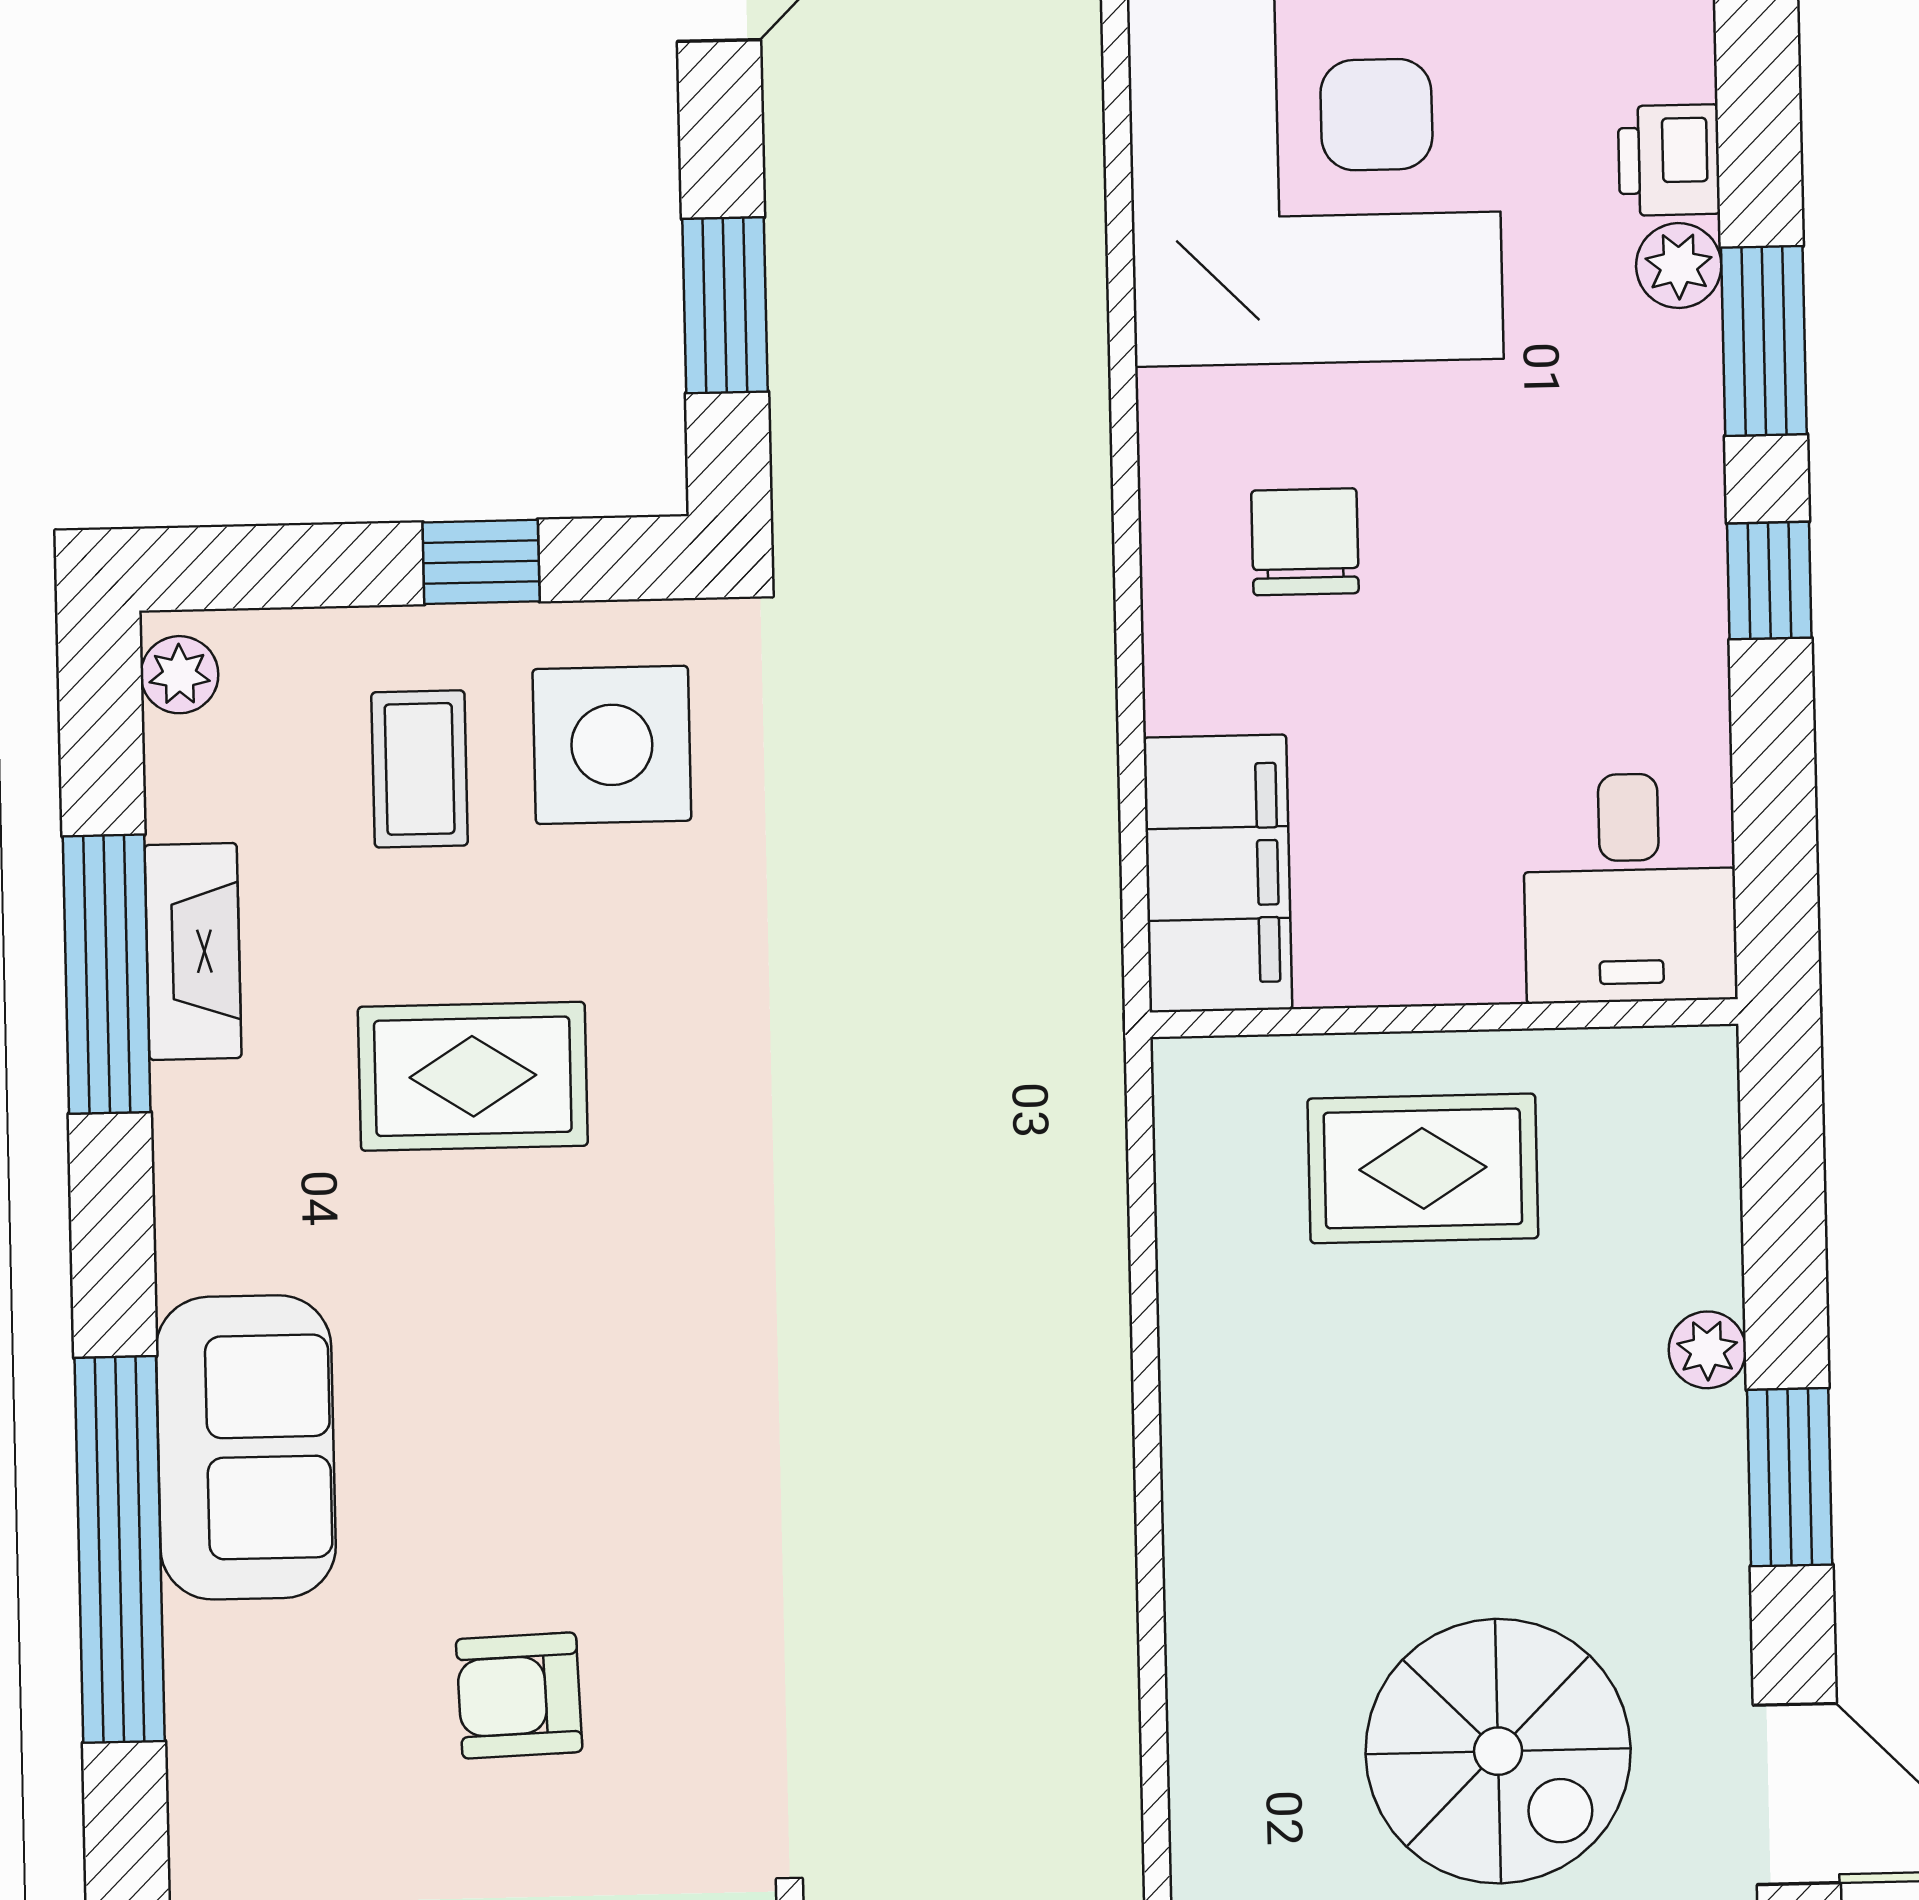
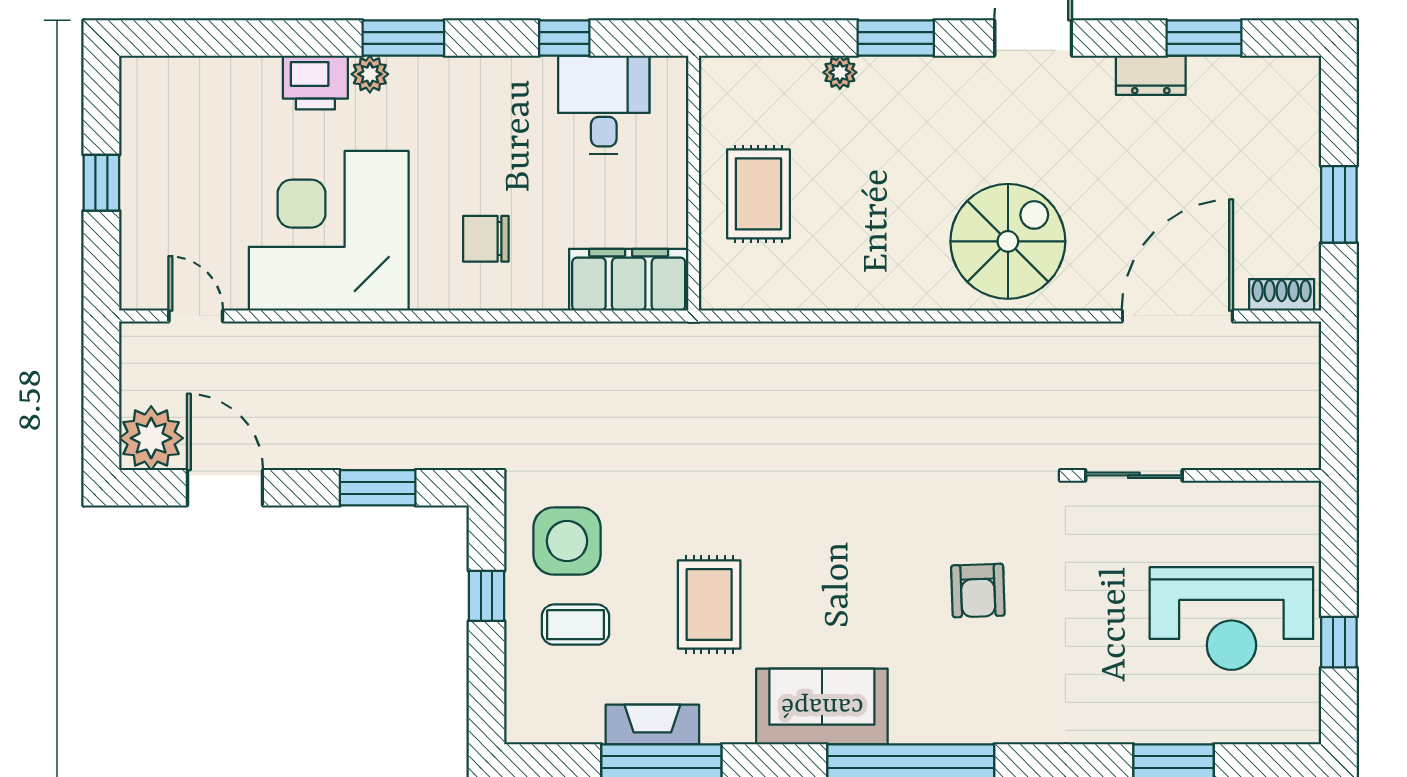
printer: (1669, 160) -> (315, 83), width x1.36, depth x1.24
window: (1769, 581) -> (564, 38), moved
plant: (179, 675) -> (532, 728), removed
desk: (1630, 888) -> (604, 105), moved, turned -90
sofa: (246, 1447) -> (822, 706), moved
spiral stairs: (1498, 1751) -> (1008, 241), moved

